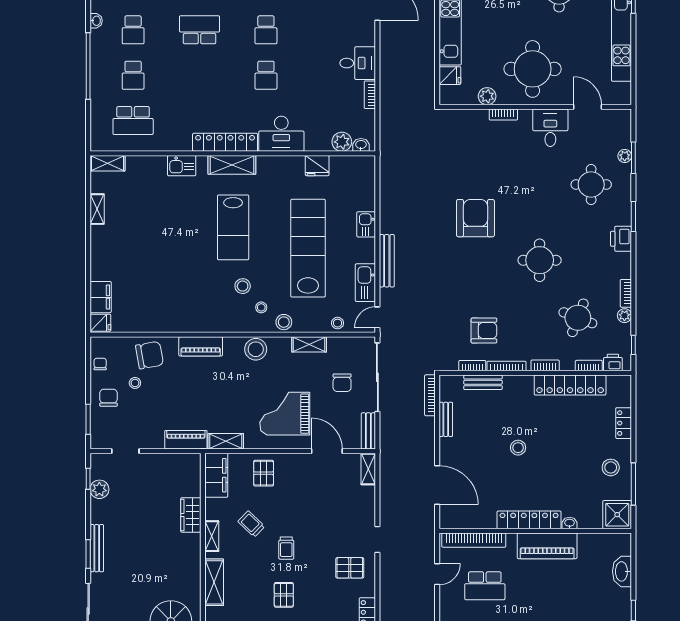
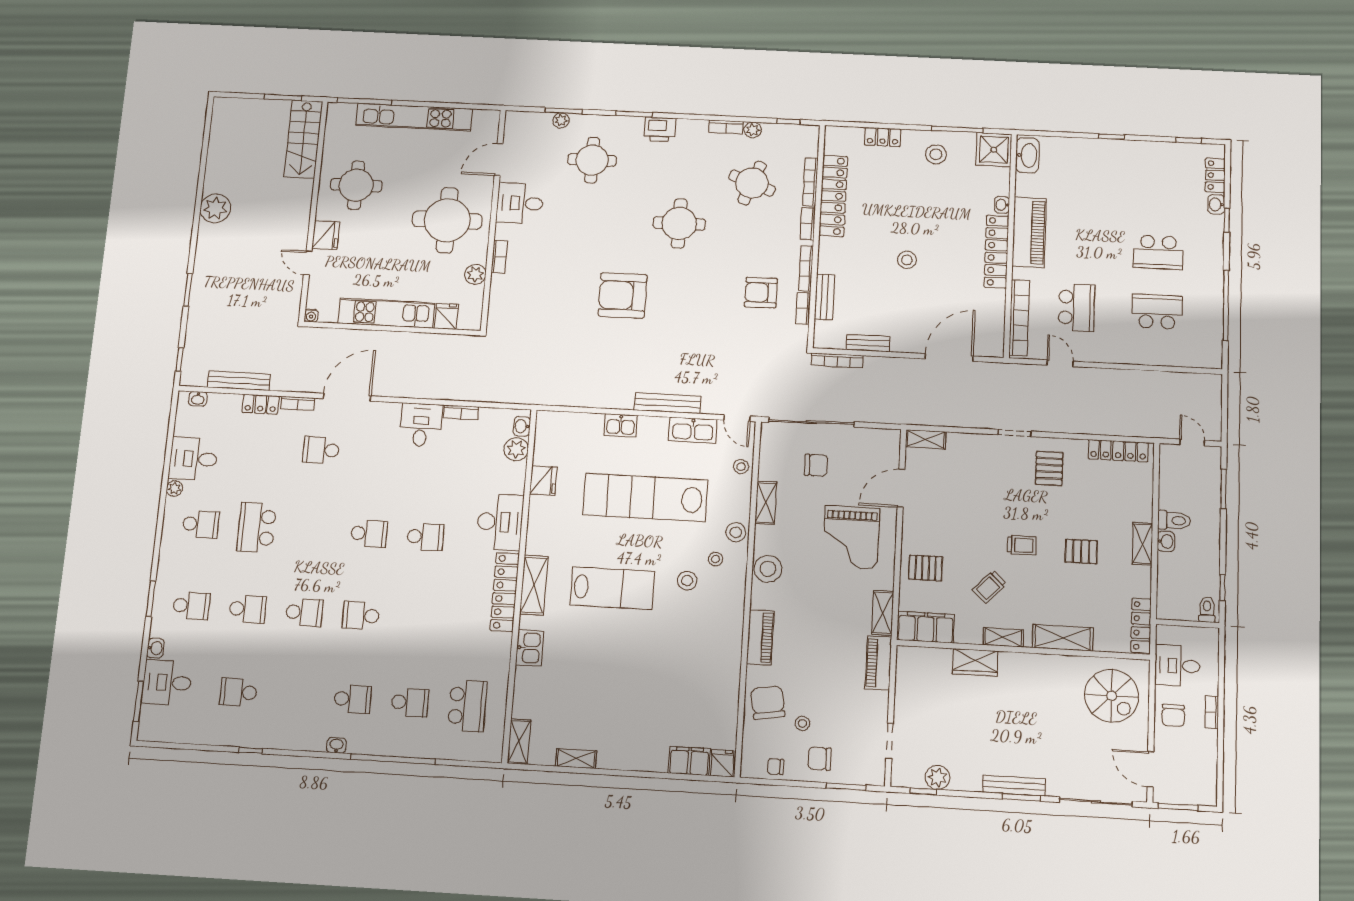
school desk: (200, 30) -> (361, 616), width x0.54
armchair: (484, 330) -> (761, 293), turned -90
printer: (613, 363) -> (809, 146), removed
bookcase: (589, 366) -> (810, 182), width x1.56
bench: (368, 431) -> (878, 436), removed
washbasin: (622, 571) -> (1027, 155), moved, turned -90

